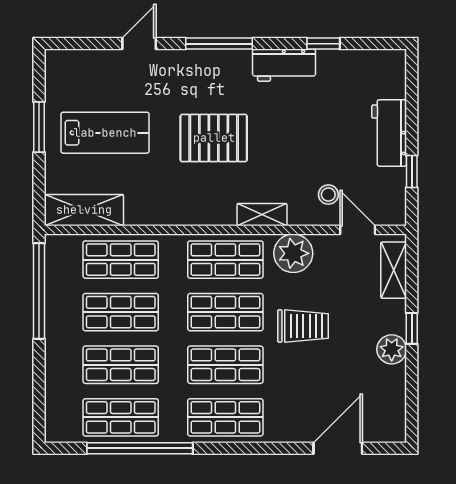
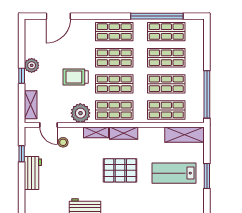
shelving: (207, 213) -> (124, 133), added

